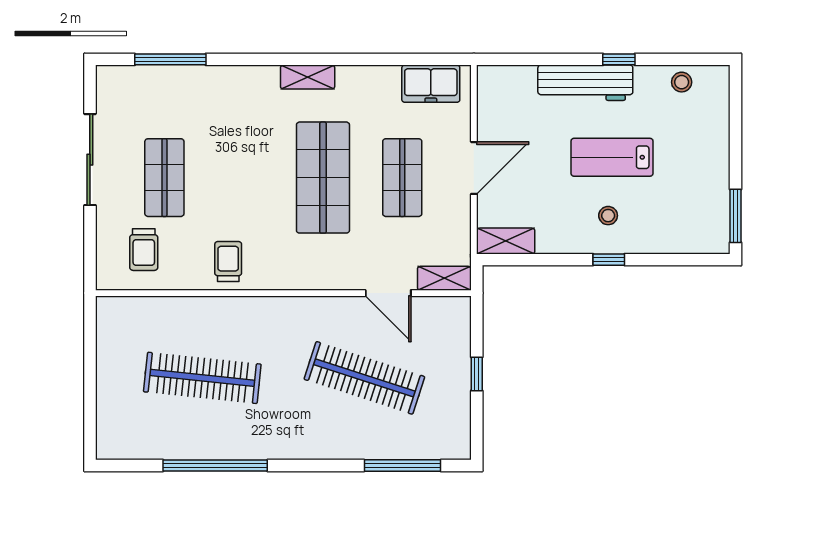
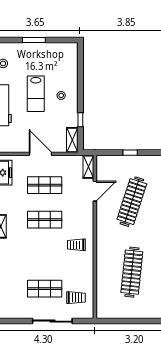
sliding door: (90, 160) -> (52, 321), moved
shop shelf: (323, 178) -> (45, 220), width x0.70, depth x0.74
window: (735, 216) -> (34, 40), moved
window: (609, 260) -> (80, 120), moved
trolley: (228, 261) -> (76, 245), moved

